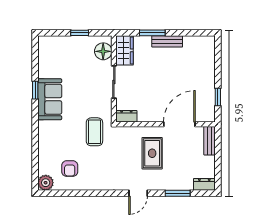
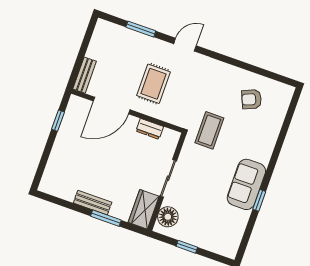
dresser: (126, 116) -> (150, 129), moved
armchair: (70, 169) -> (252, 99), turned -113
plant: (46, 183) -> (284, 93), removed
dresser: (204, 184) -> (108, 28), removed

